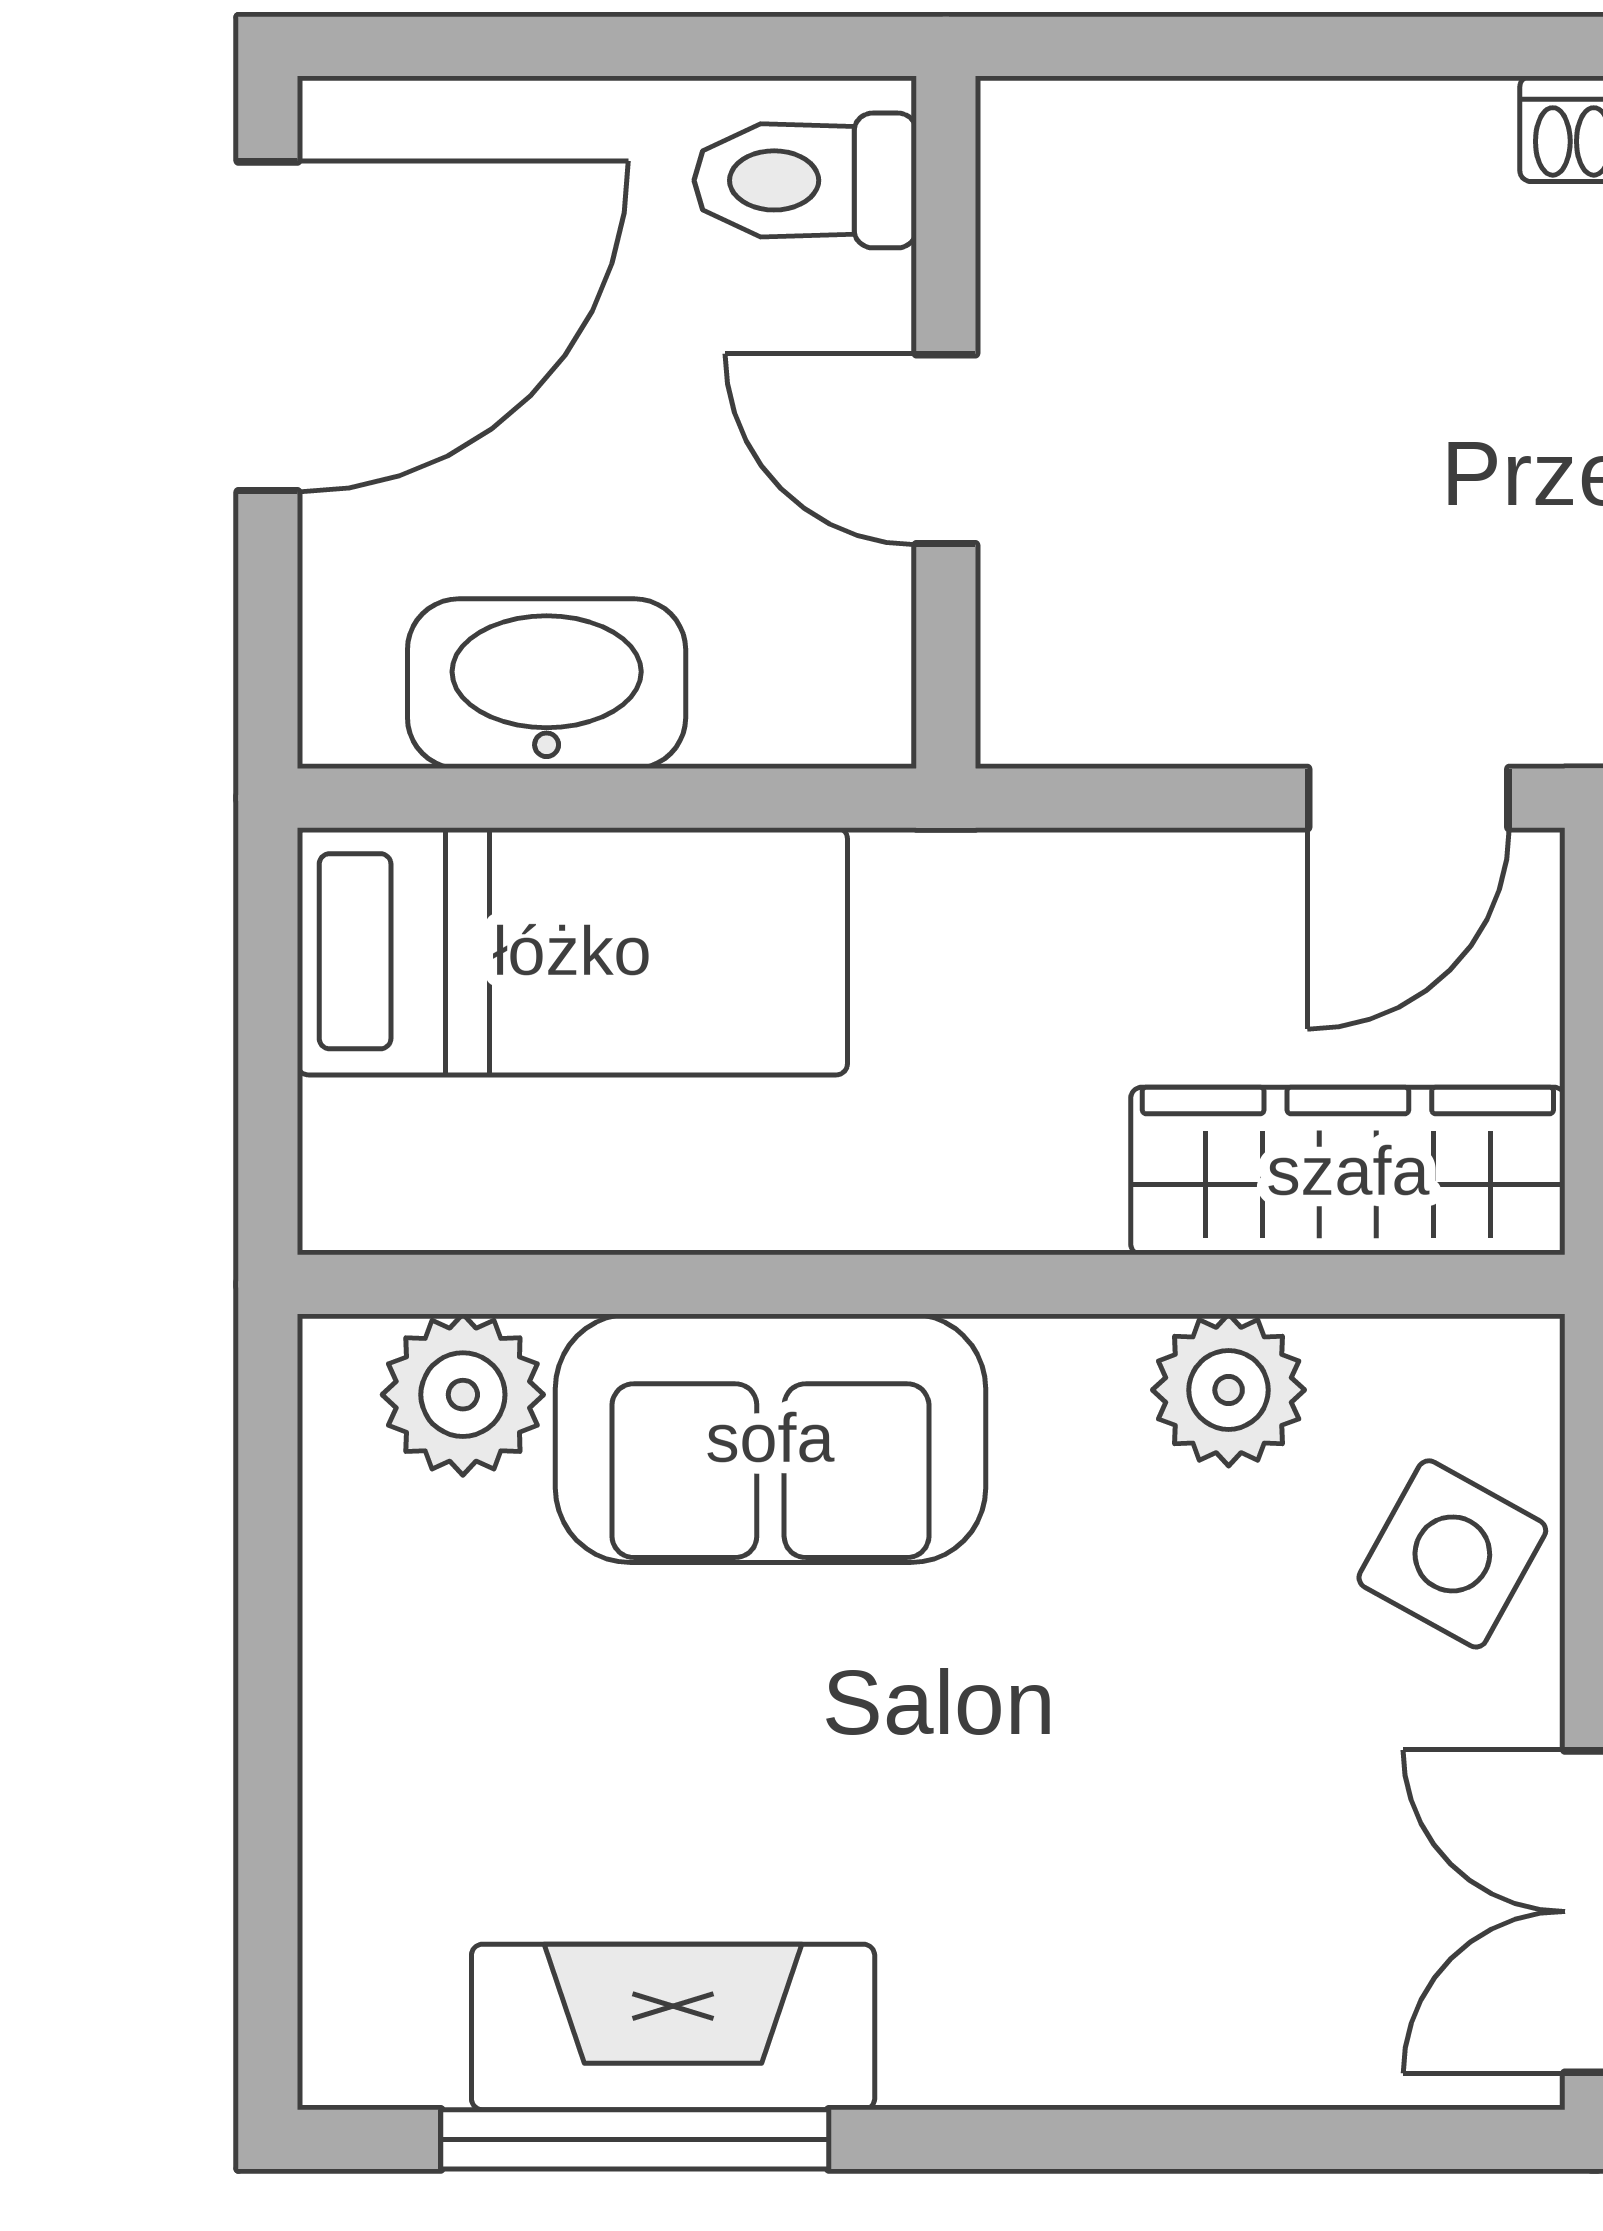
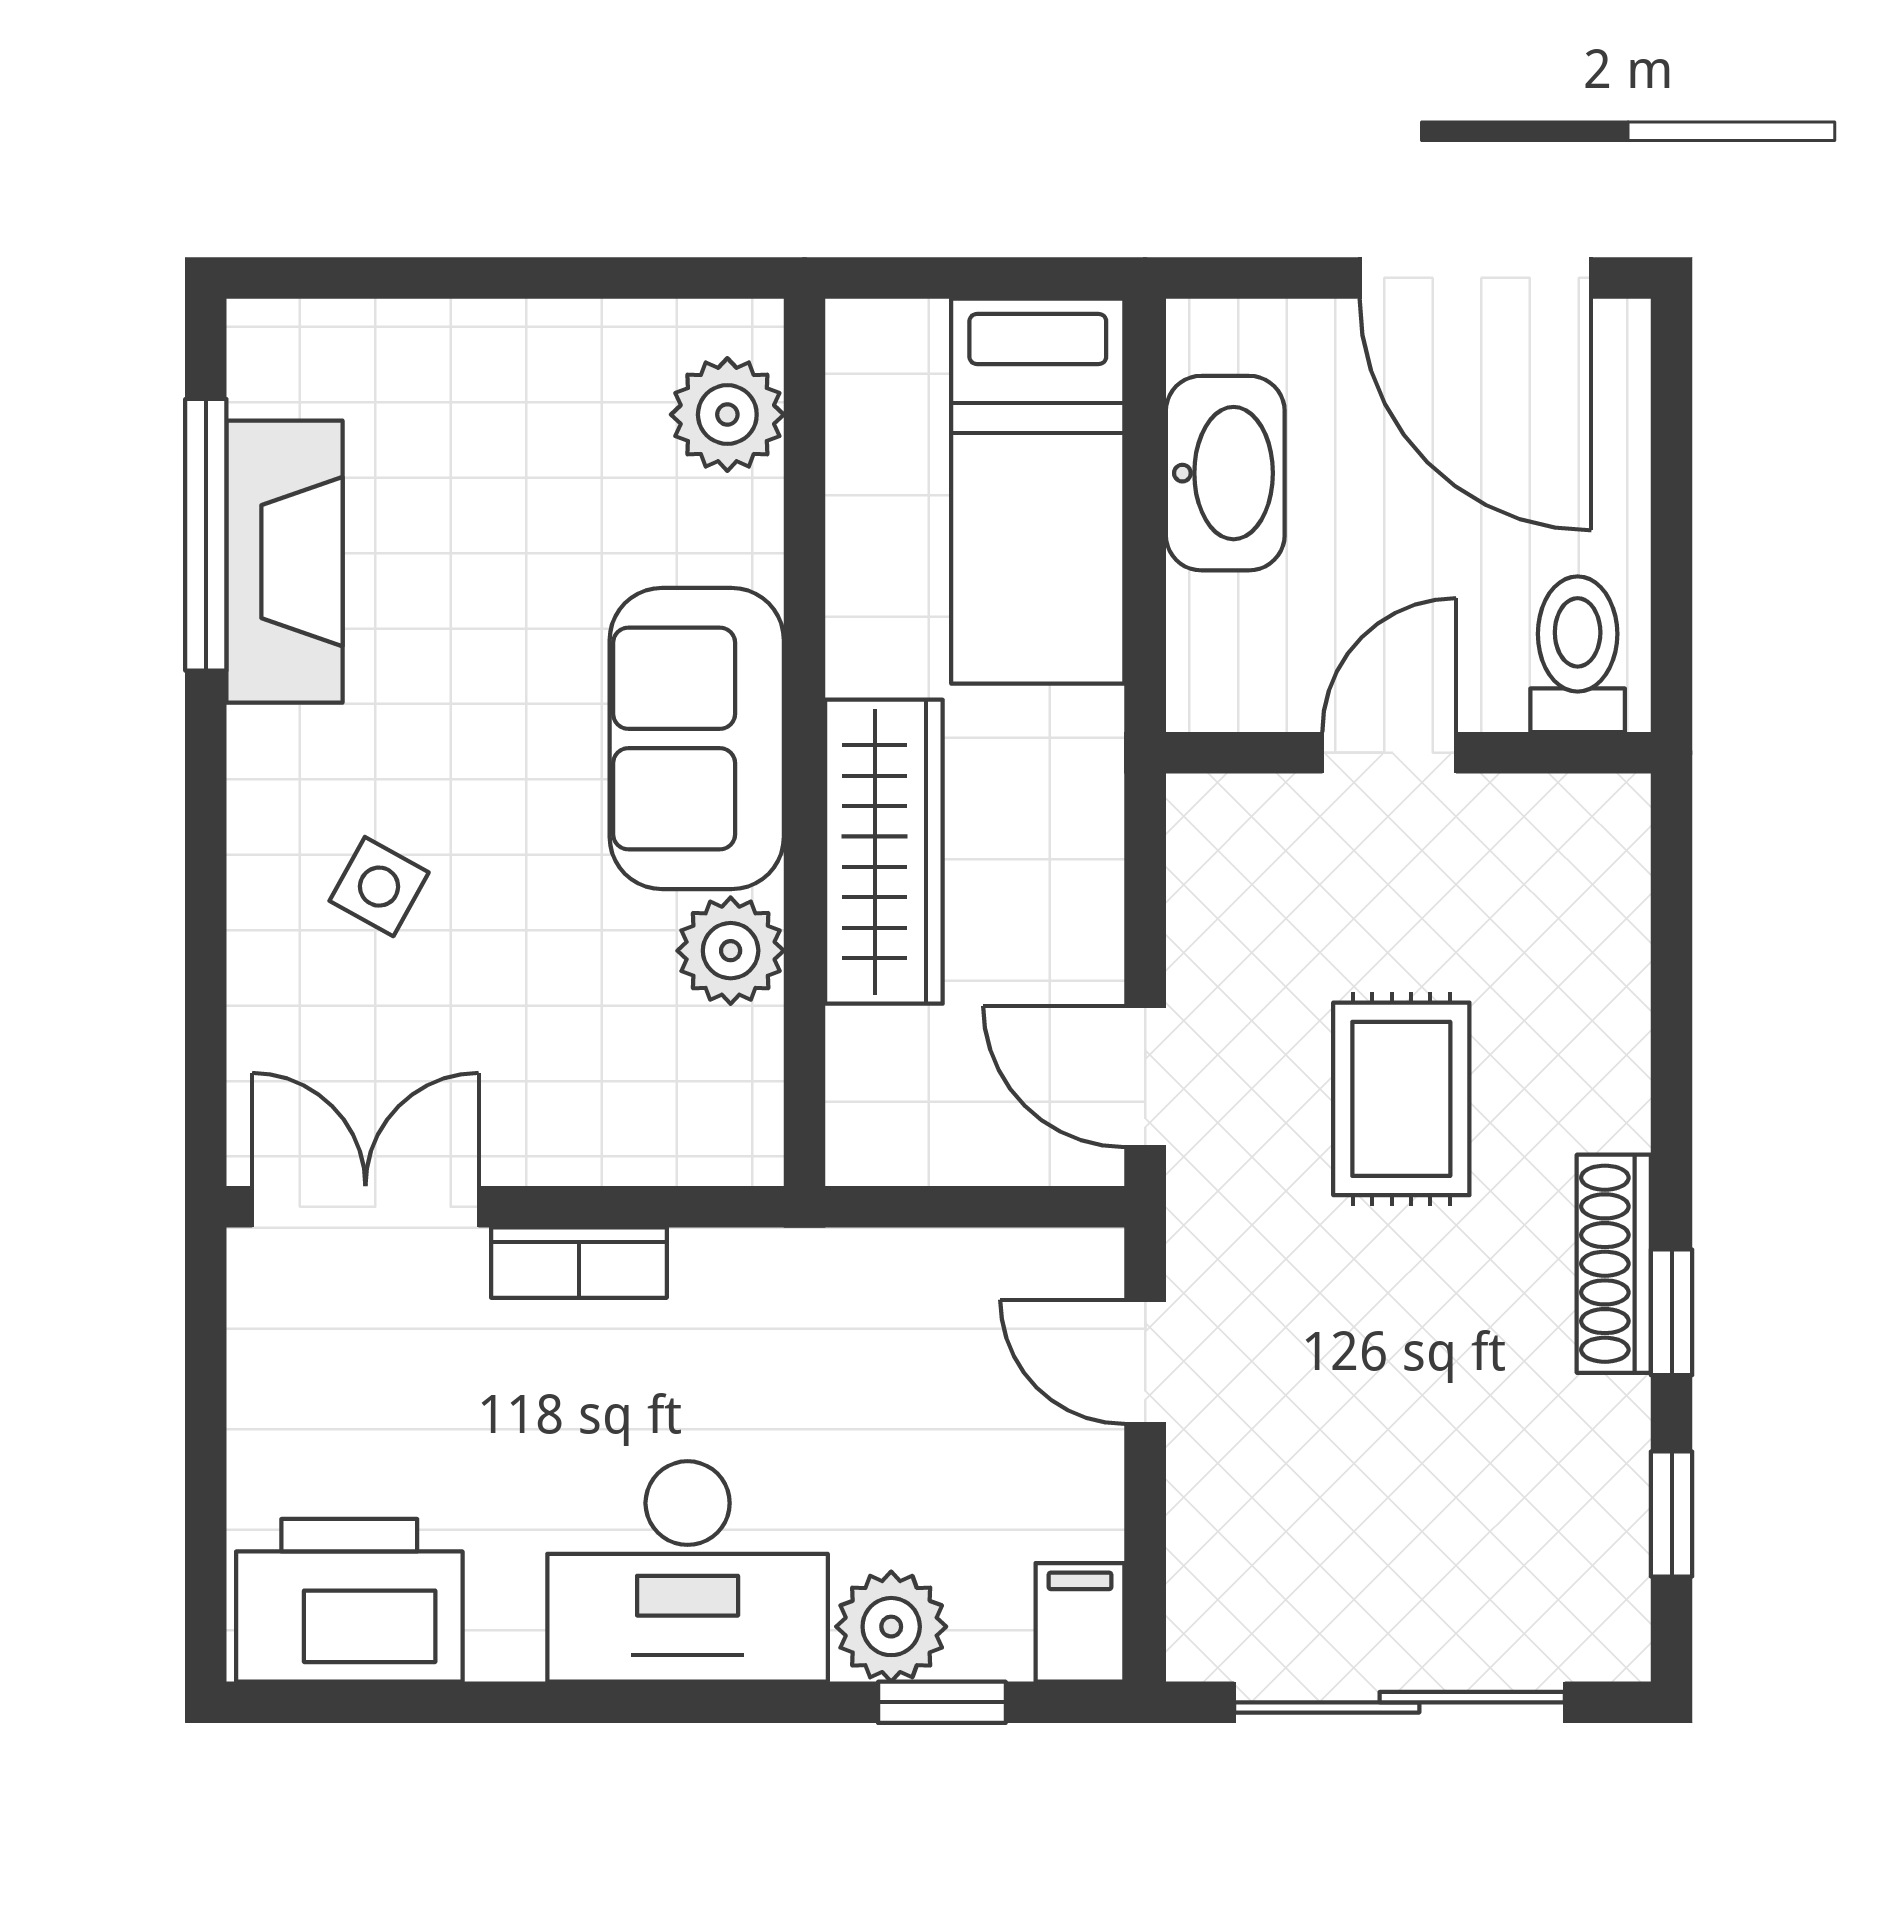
rug: (1440, 432) -> (1401, 1099), added
wardrobe: (1348, 1171) -> (884, 852), moved
sofa: (770, 1438) -> (697, 738), moved
side table: (1452, 1554) -> (379, 887), moved, width x0.73, depth x0.73

